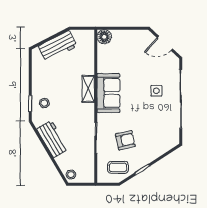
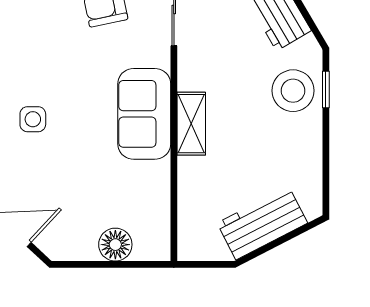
floor lamp: (104, 37) -> (115, 245), moved
stool: (44, 103) -> (293, 91), width x1.89, depth x1.89

